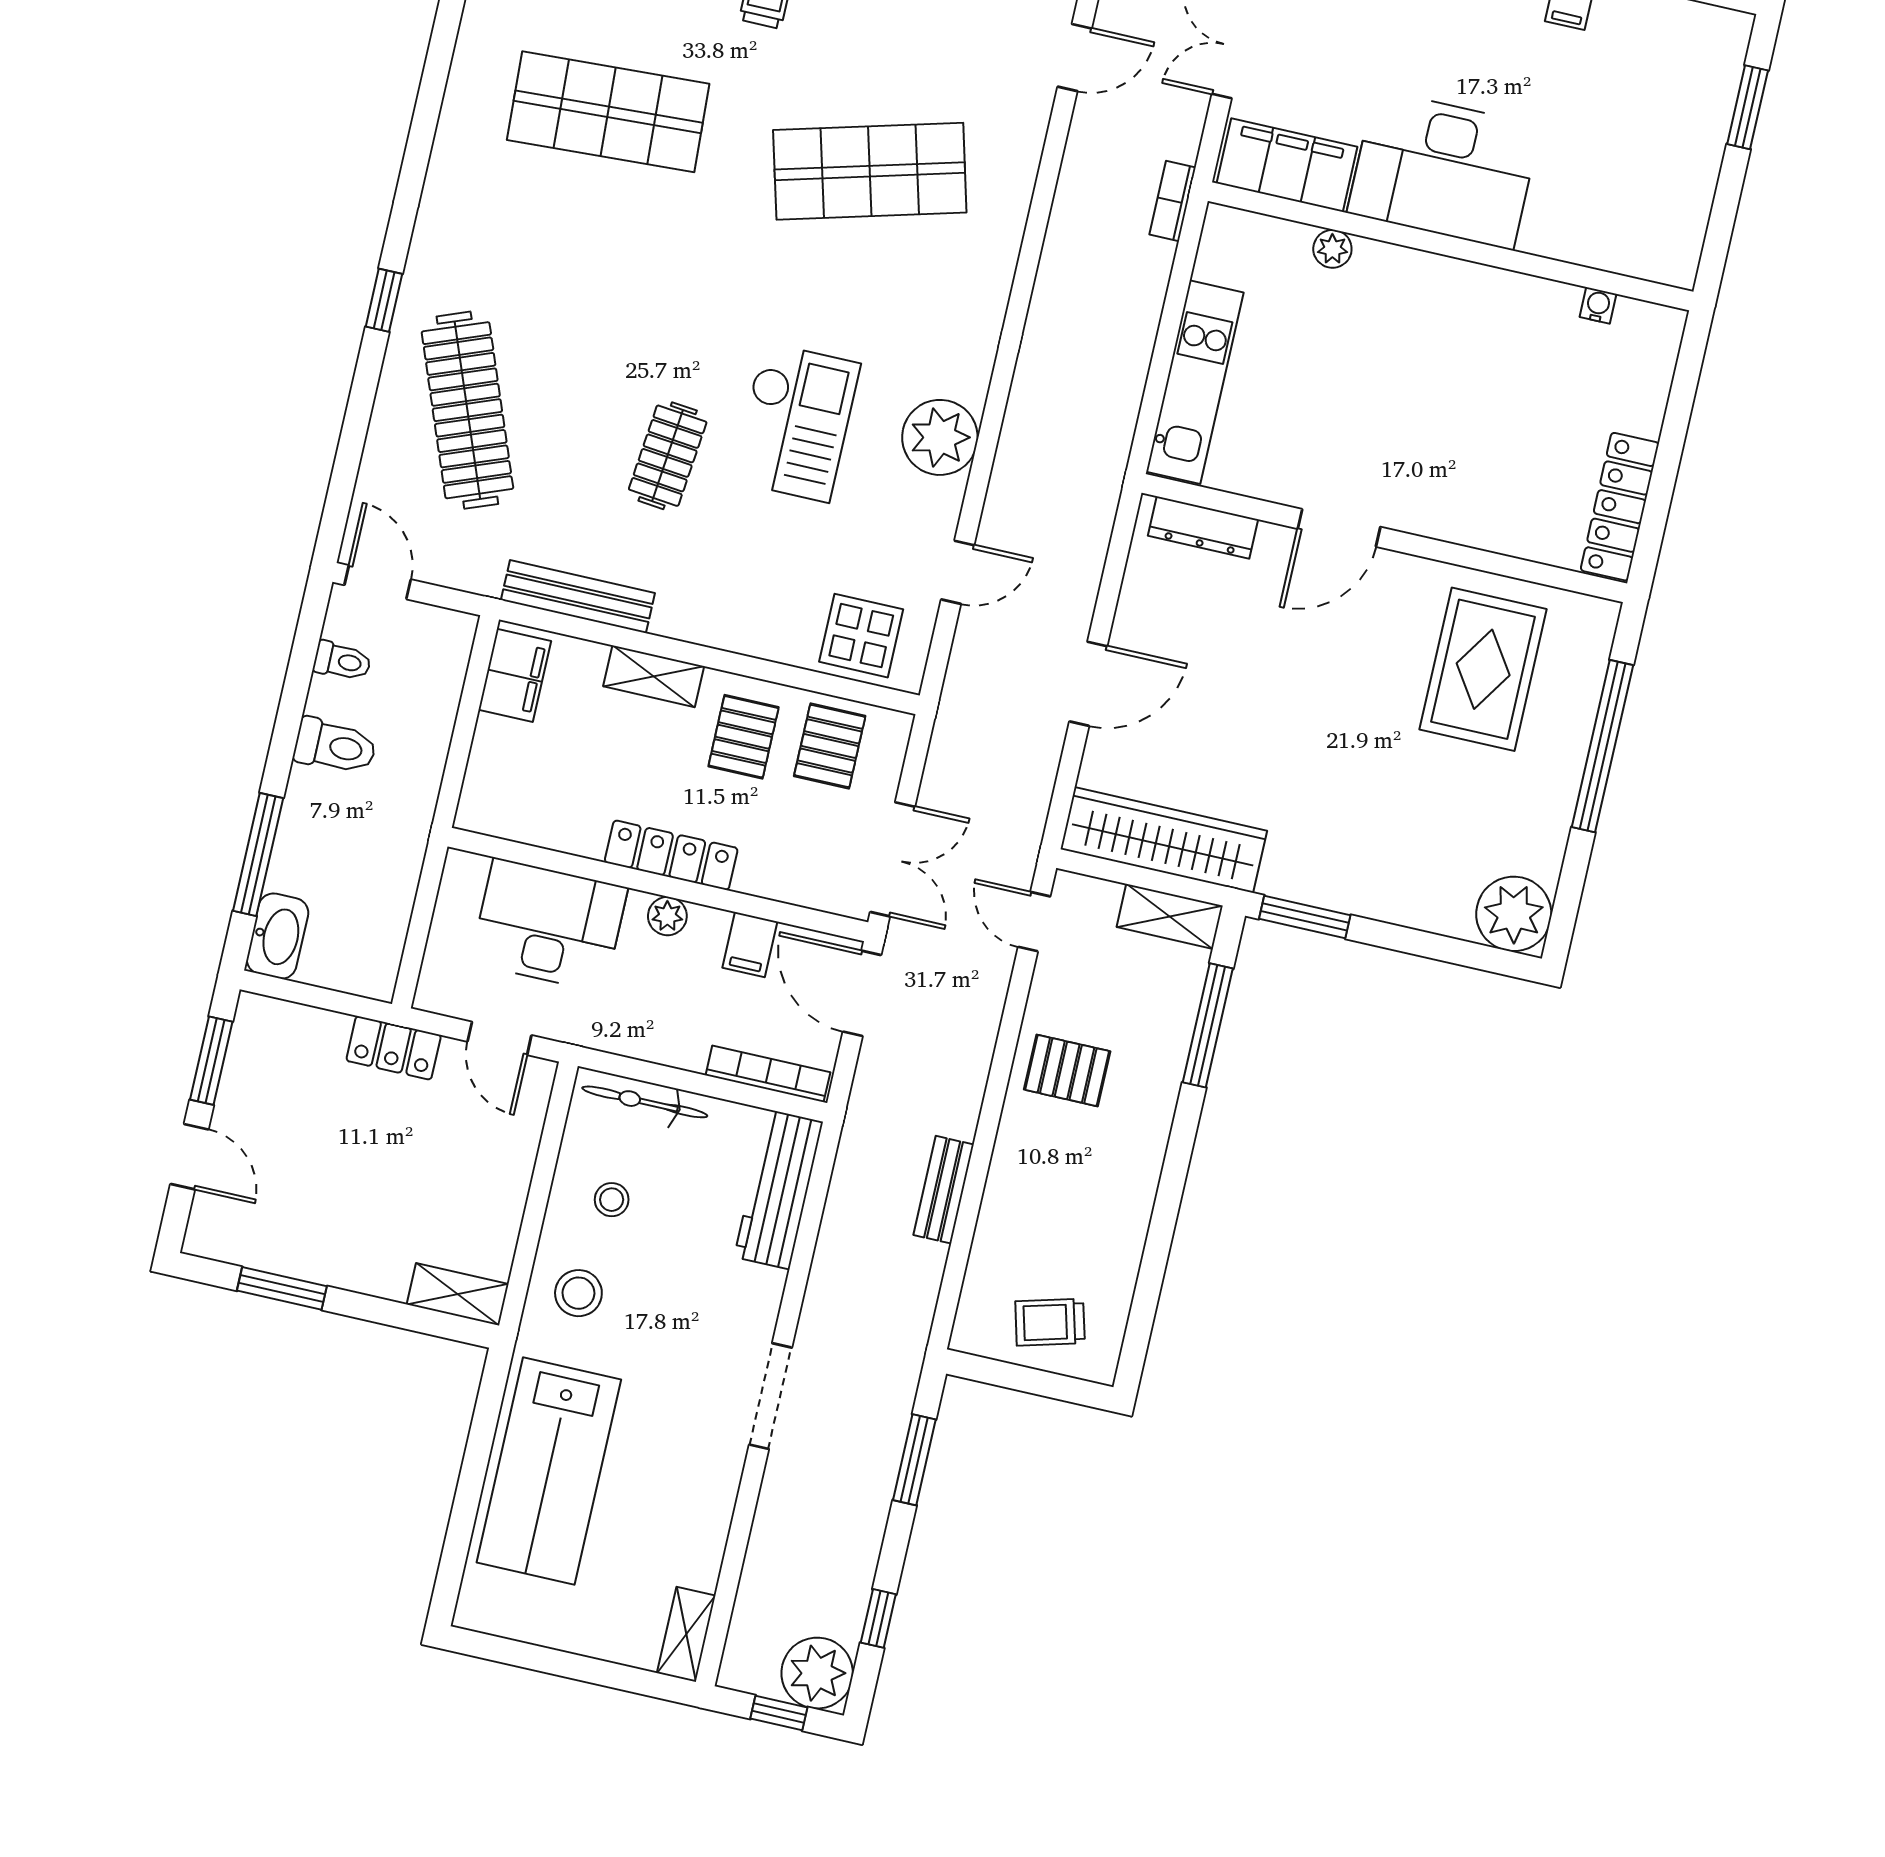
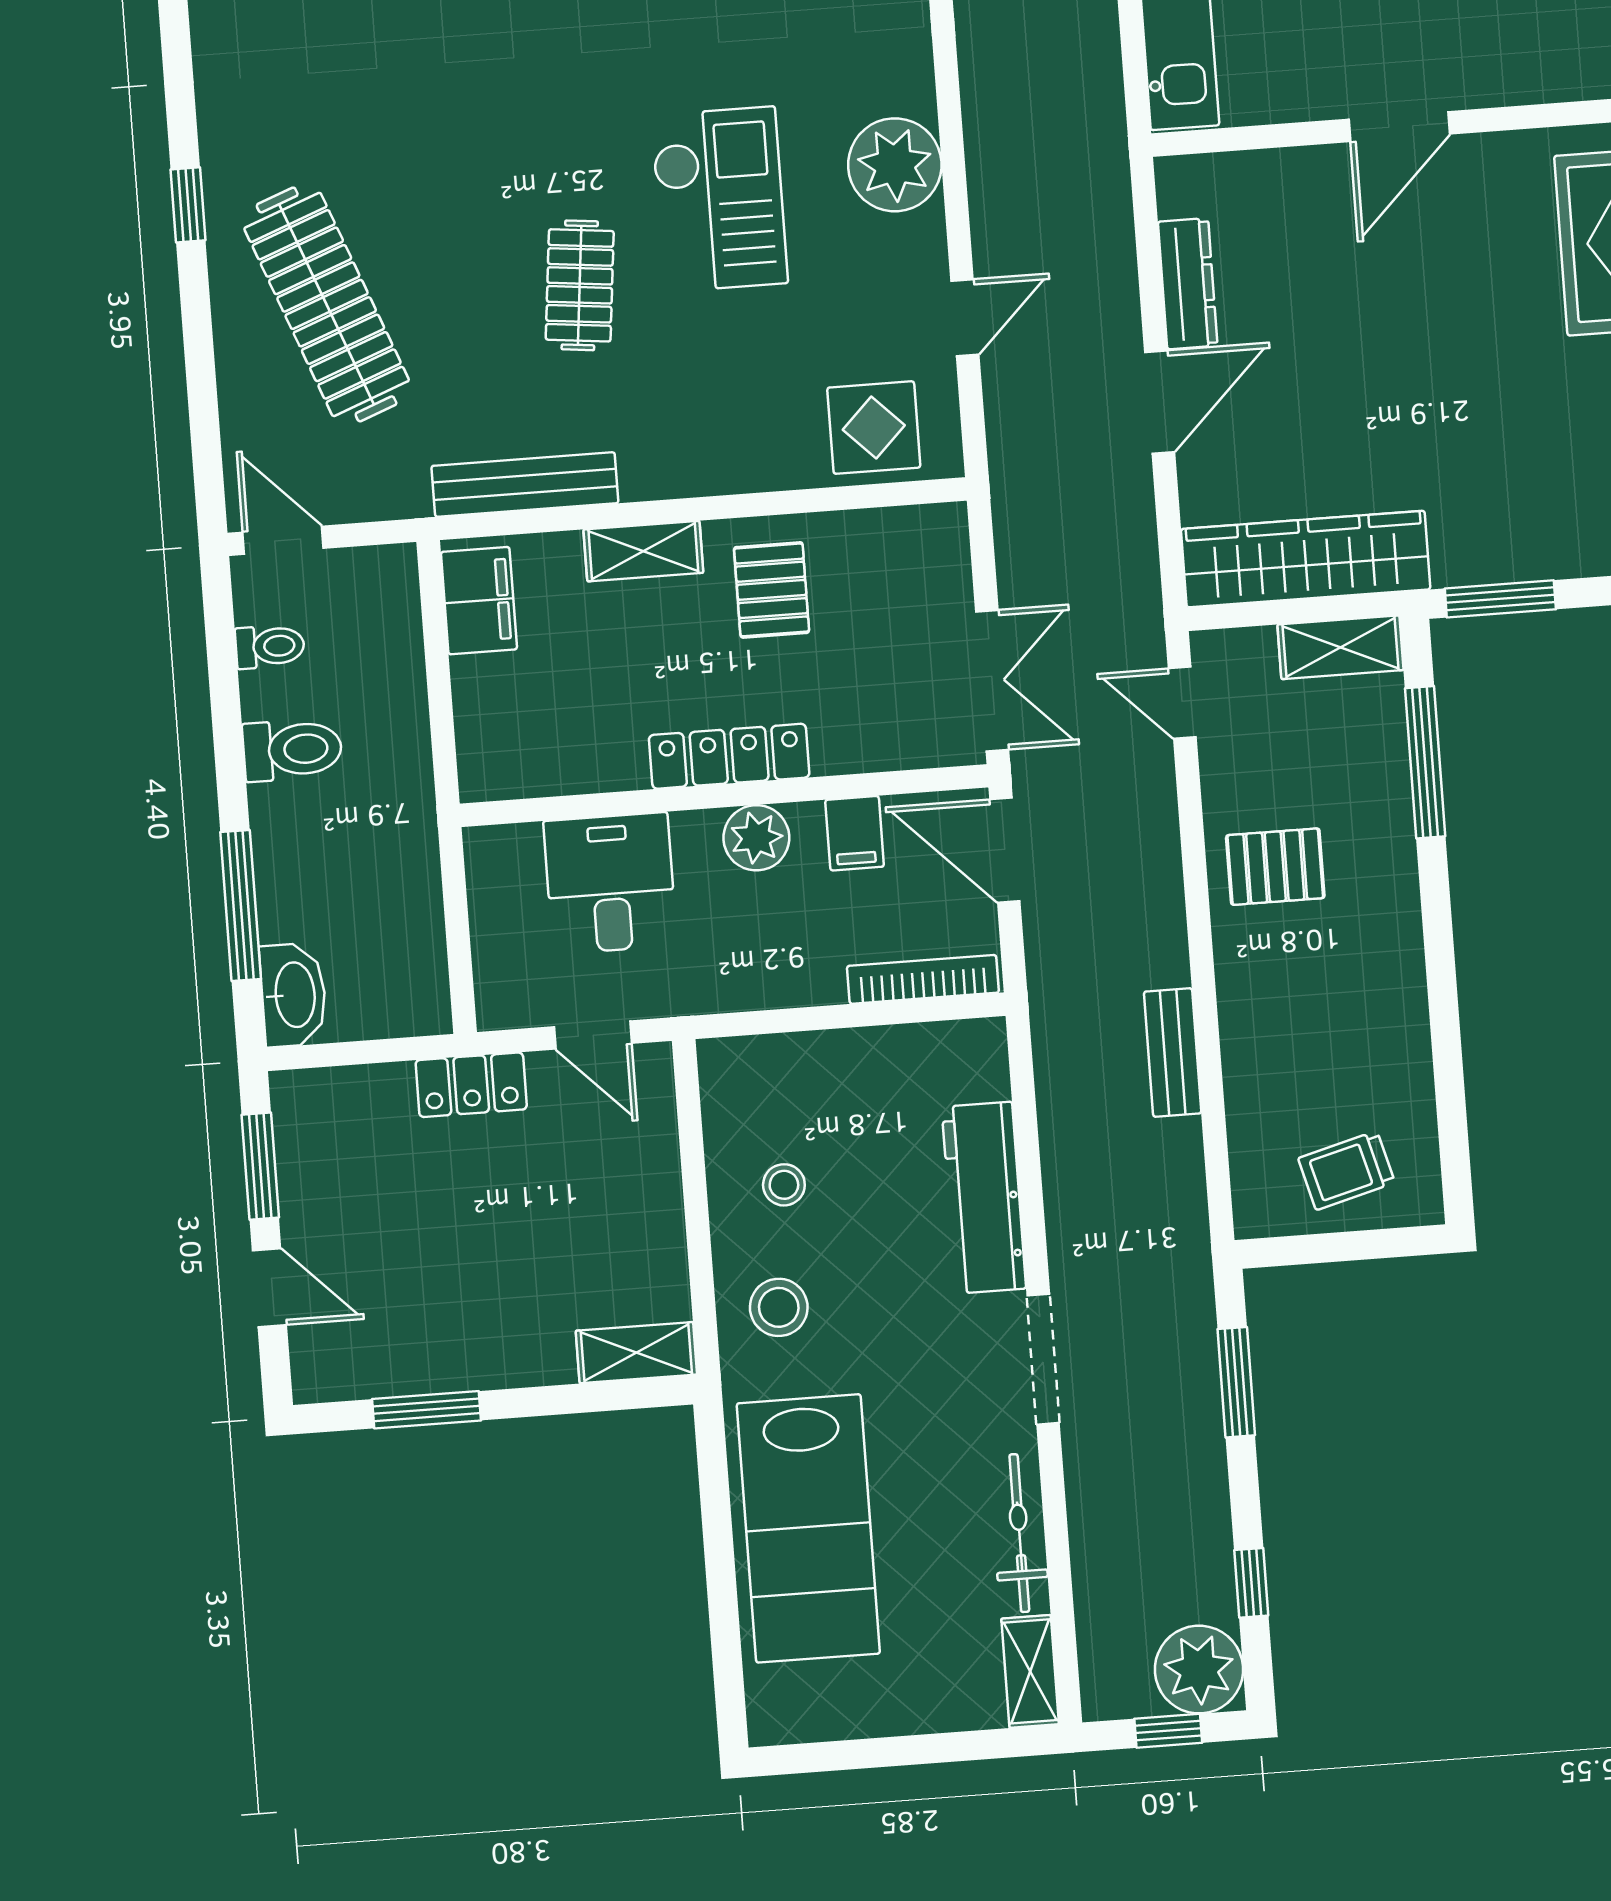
dresser: (1203, 528) -> (1188, 284), moved, turned -90
pallet: (830, 746) -> (877, 570), removed
plant: (667, 916) -> (756, 838), width x1.38, depth x1.38
desk: (549, 925) -> (610, 883), width x0.73
bicycle: (645, 1102) -> (1019, 1533), moved, turned 90
workbench: (778, 1189) -> (984, 1198), moved

